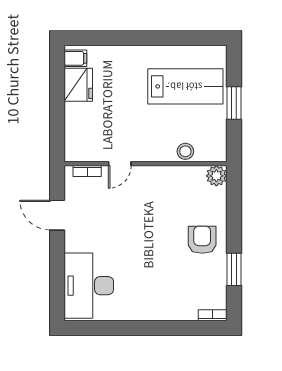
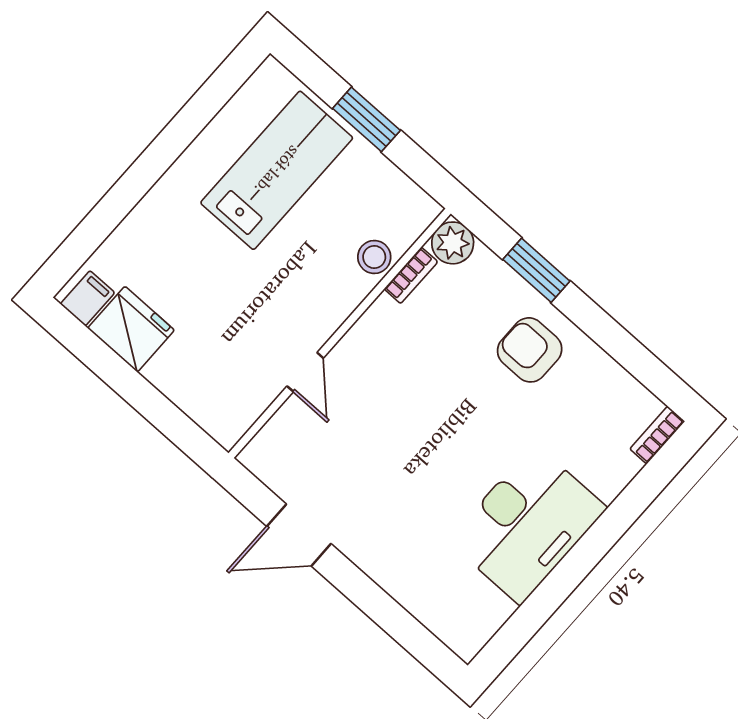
bookcase: (87, 171) -> (411, 275), moved
window: (234, 269) -> (536, 270), moved
desk: (89, 286) -> (527, 524), moved, turned -90

